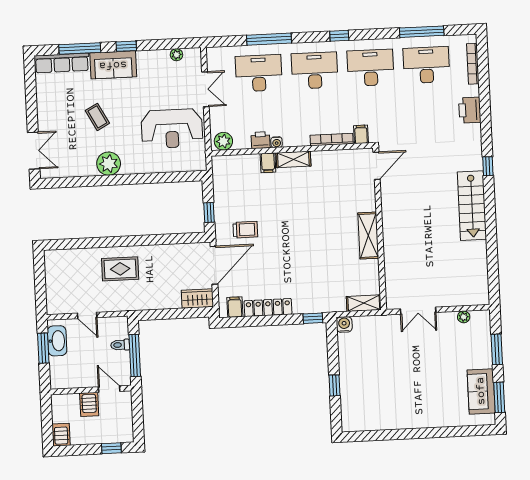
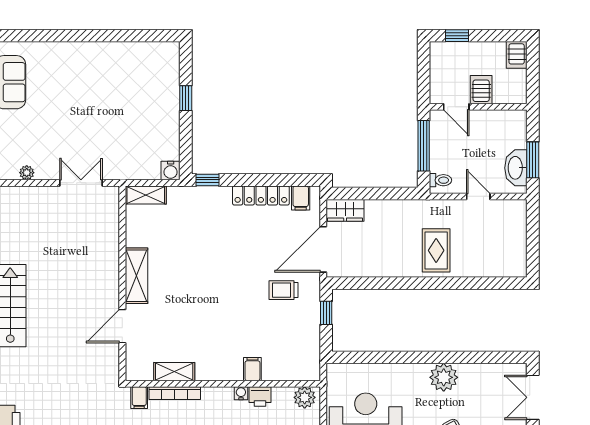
shelving: (293, 159) -> (174, 372), moved
door: (377, 166) -> (122, 326), moved
rug: (120, 269) -> (436, 250), turned 90
toilet: (120, 345) -> (440, 180), moved

